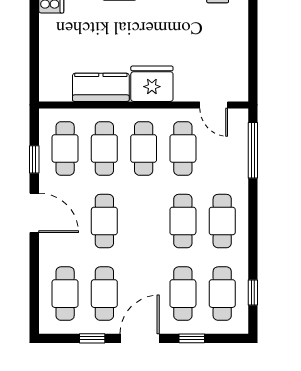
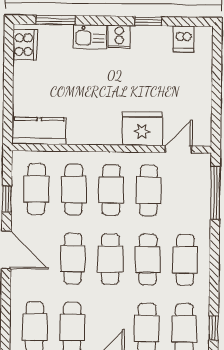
fridge: (152, 84) -> (142, 129), moved
kitchen counter: (101, 87) -> (39, 131), moved
door: (214, 105) -> (178, 149), swing flipped
cafe table: (144, 221) -> (110, 259), added

